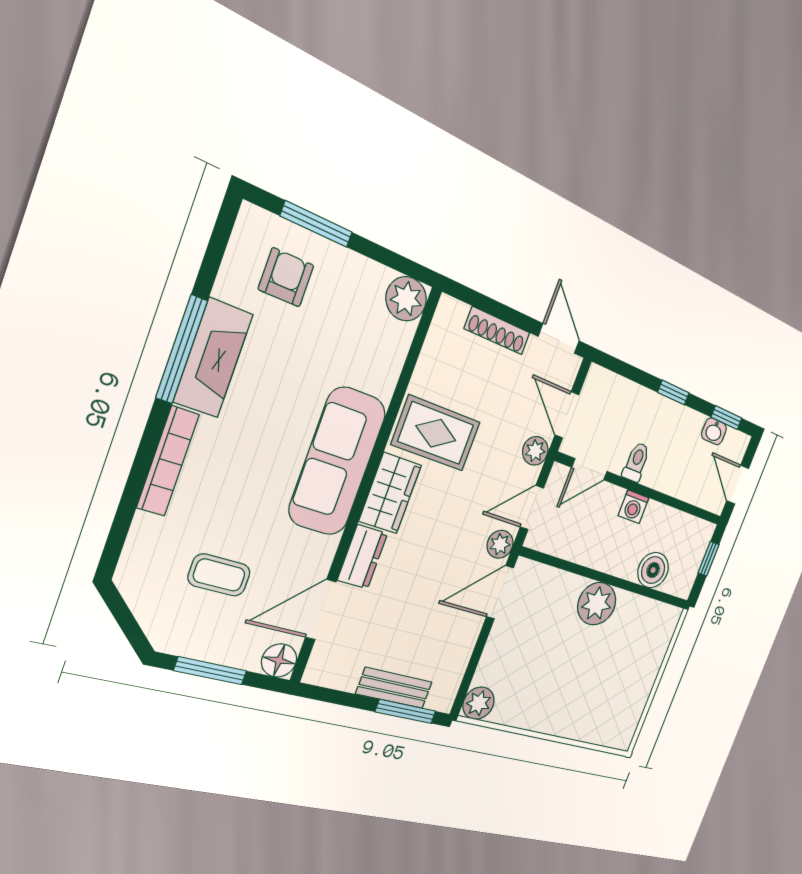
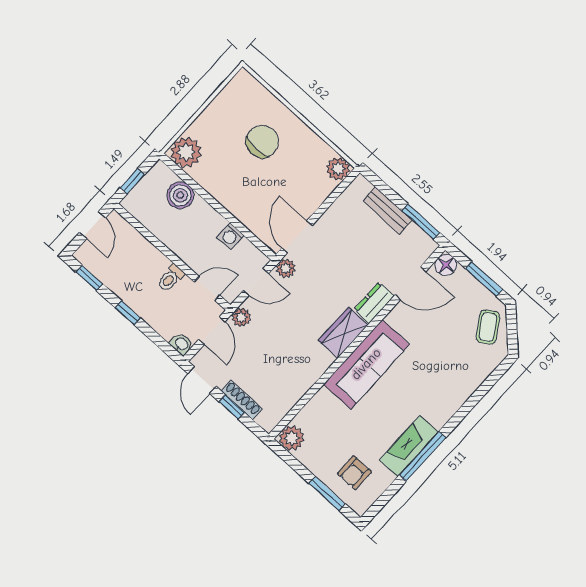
window: (507, 314) -> (232, 407), added
washbasin: (714, 431) -> (181, 344), moved
rug: (436, 433) -> (302, 356), removed
bookcase: (168, 461) -> (454, 403), removed
washing machine: (634, 507) -> (231, 236), moved, turned 180
coffee table: (219, 575) -> (488, 327), moved, turned 57
door: (500, 592) -> (297, 237), swing flipped
plant: (597, 604) -> (186, 152), moved
chair: (580, 684) -> (262, 141), added
window: (406, 711) -> (421, 222), moved

